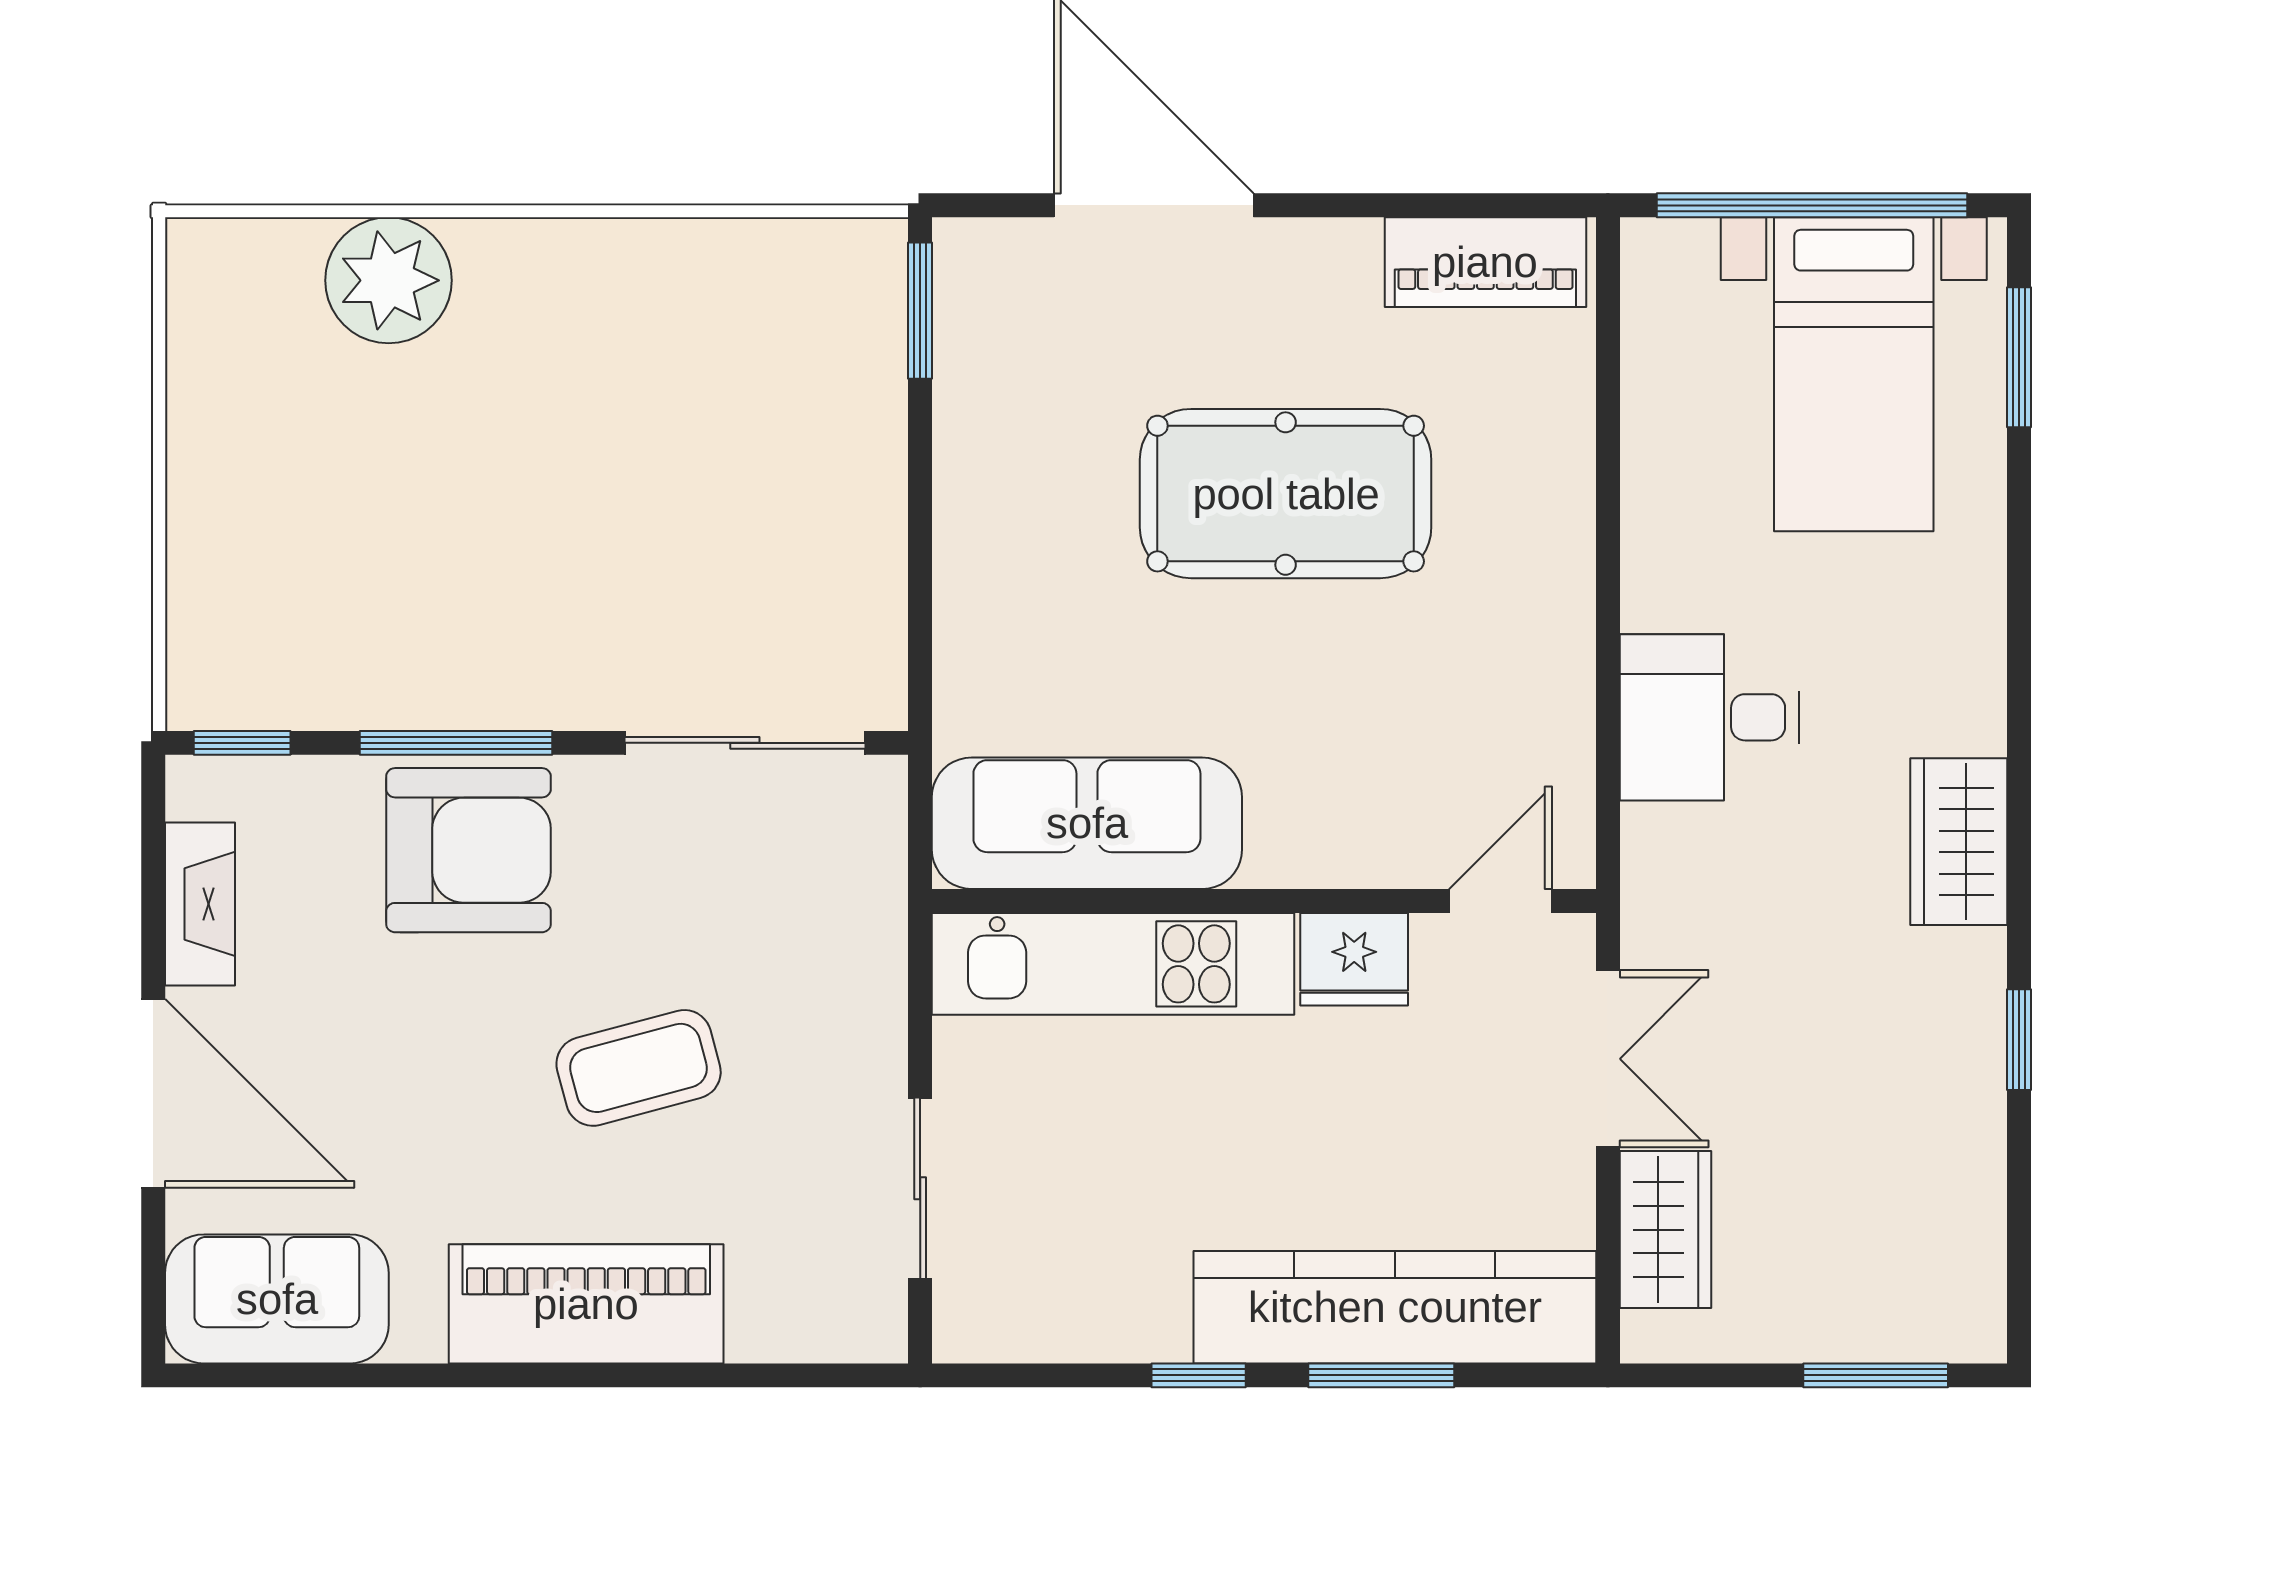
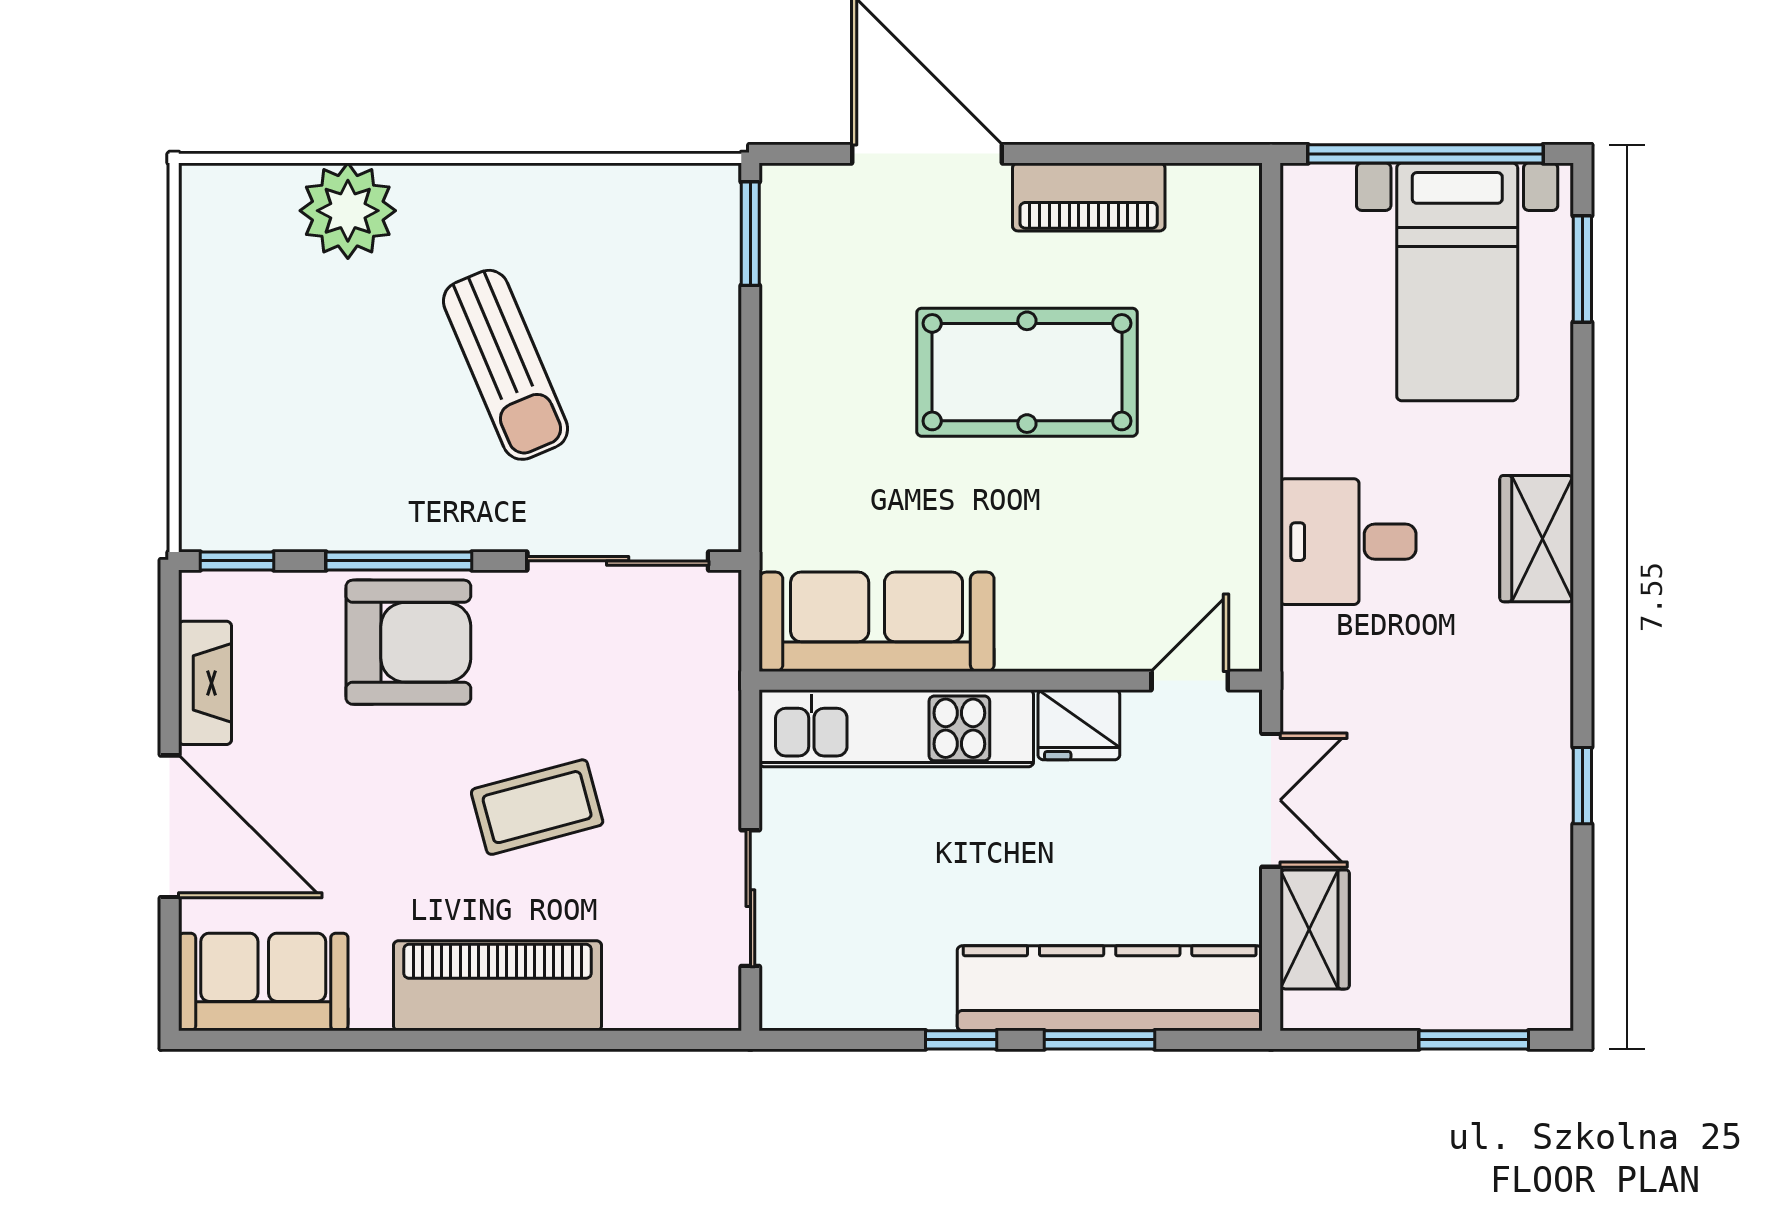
piano: (1485, 262) -> (1089, 197), moved
sun lounger: (597, 484) -> (506, 365), added
wardrobe: (1959, 842) -> (1537, 539), moved

